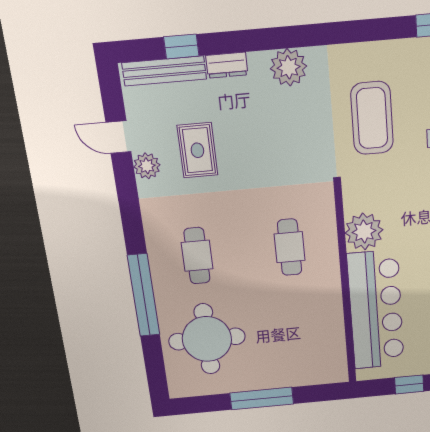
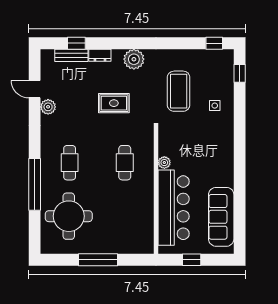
bench: (164, 71) -> (71, 55), width x0.73
rug: (197, 150) -> (114, 103), moved, turned 90
plant: (364, 231) -> (164, 163), width x0.53, depth x0.53

